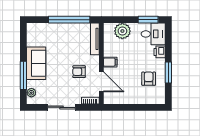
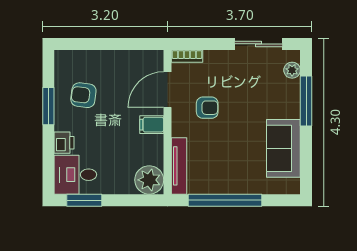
plant: (122, 31) -> (149, 180), moved
sofa: (36, 63) -> (283, 148), moved
armchair: (149, 79) -> (83, 95), turned 97
door: (101, 82) -> (167, 90), hinge flipped
sliding door: (61, 107) -> (259, 44), moved

